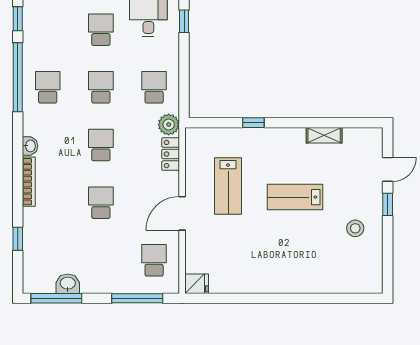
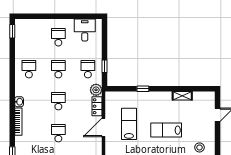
window: (184, 21) -> (104, 66), moved
window: (18, 77) -> (12, 64), removed
lab bench: (228, 186) -> (129, 124), turned 180
window: (388, 204) -> (217, 134), removed
door: (182, 213) -> (103, 127), moved

